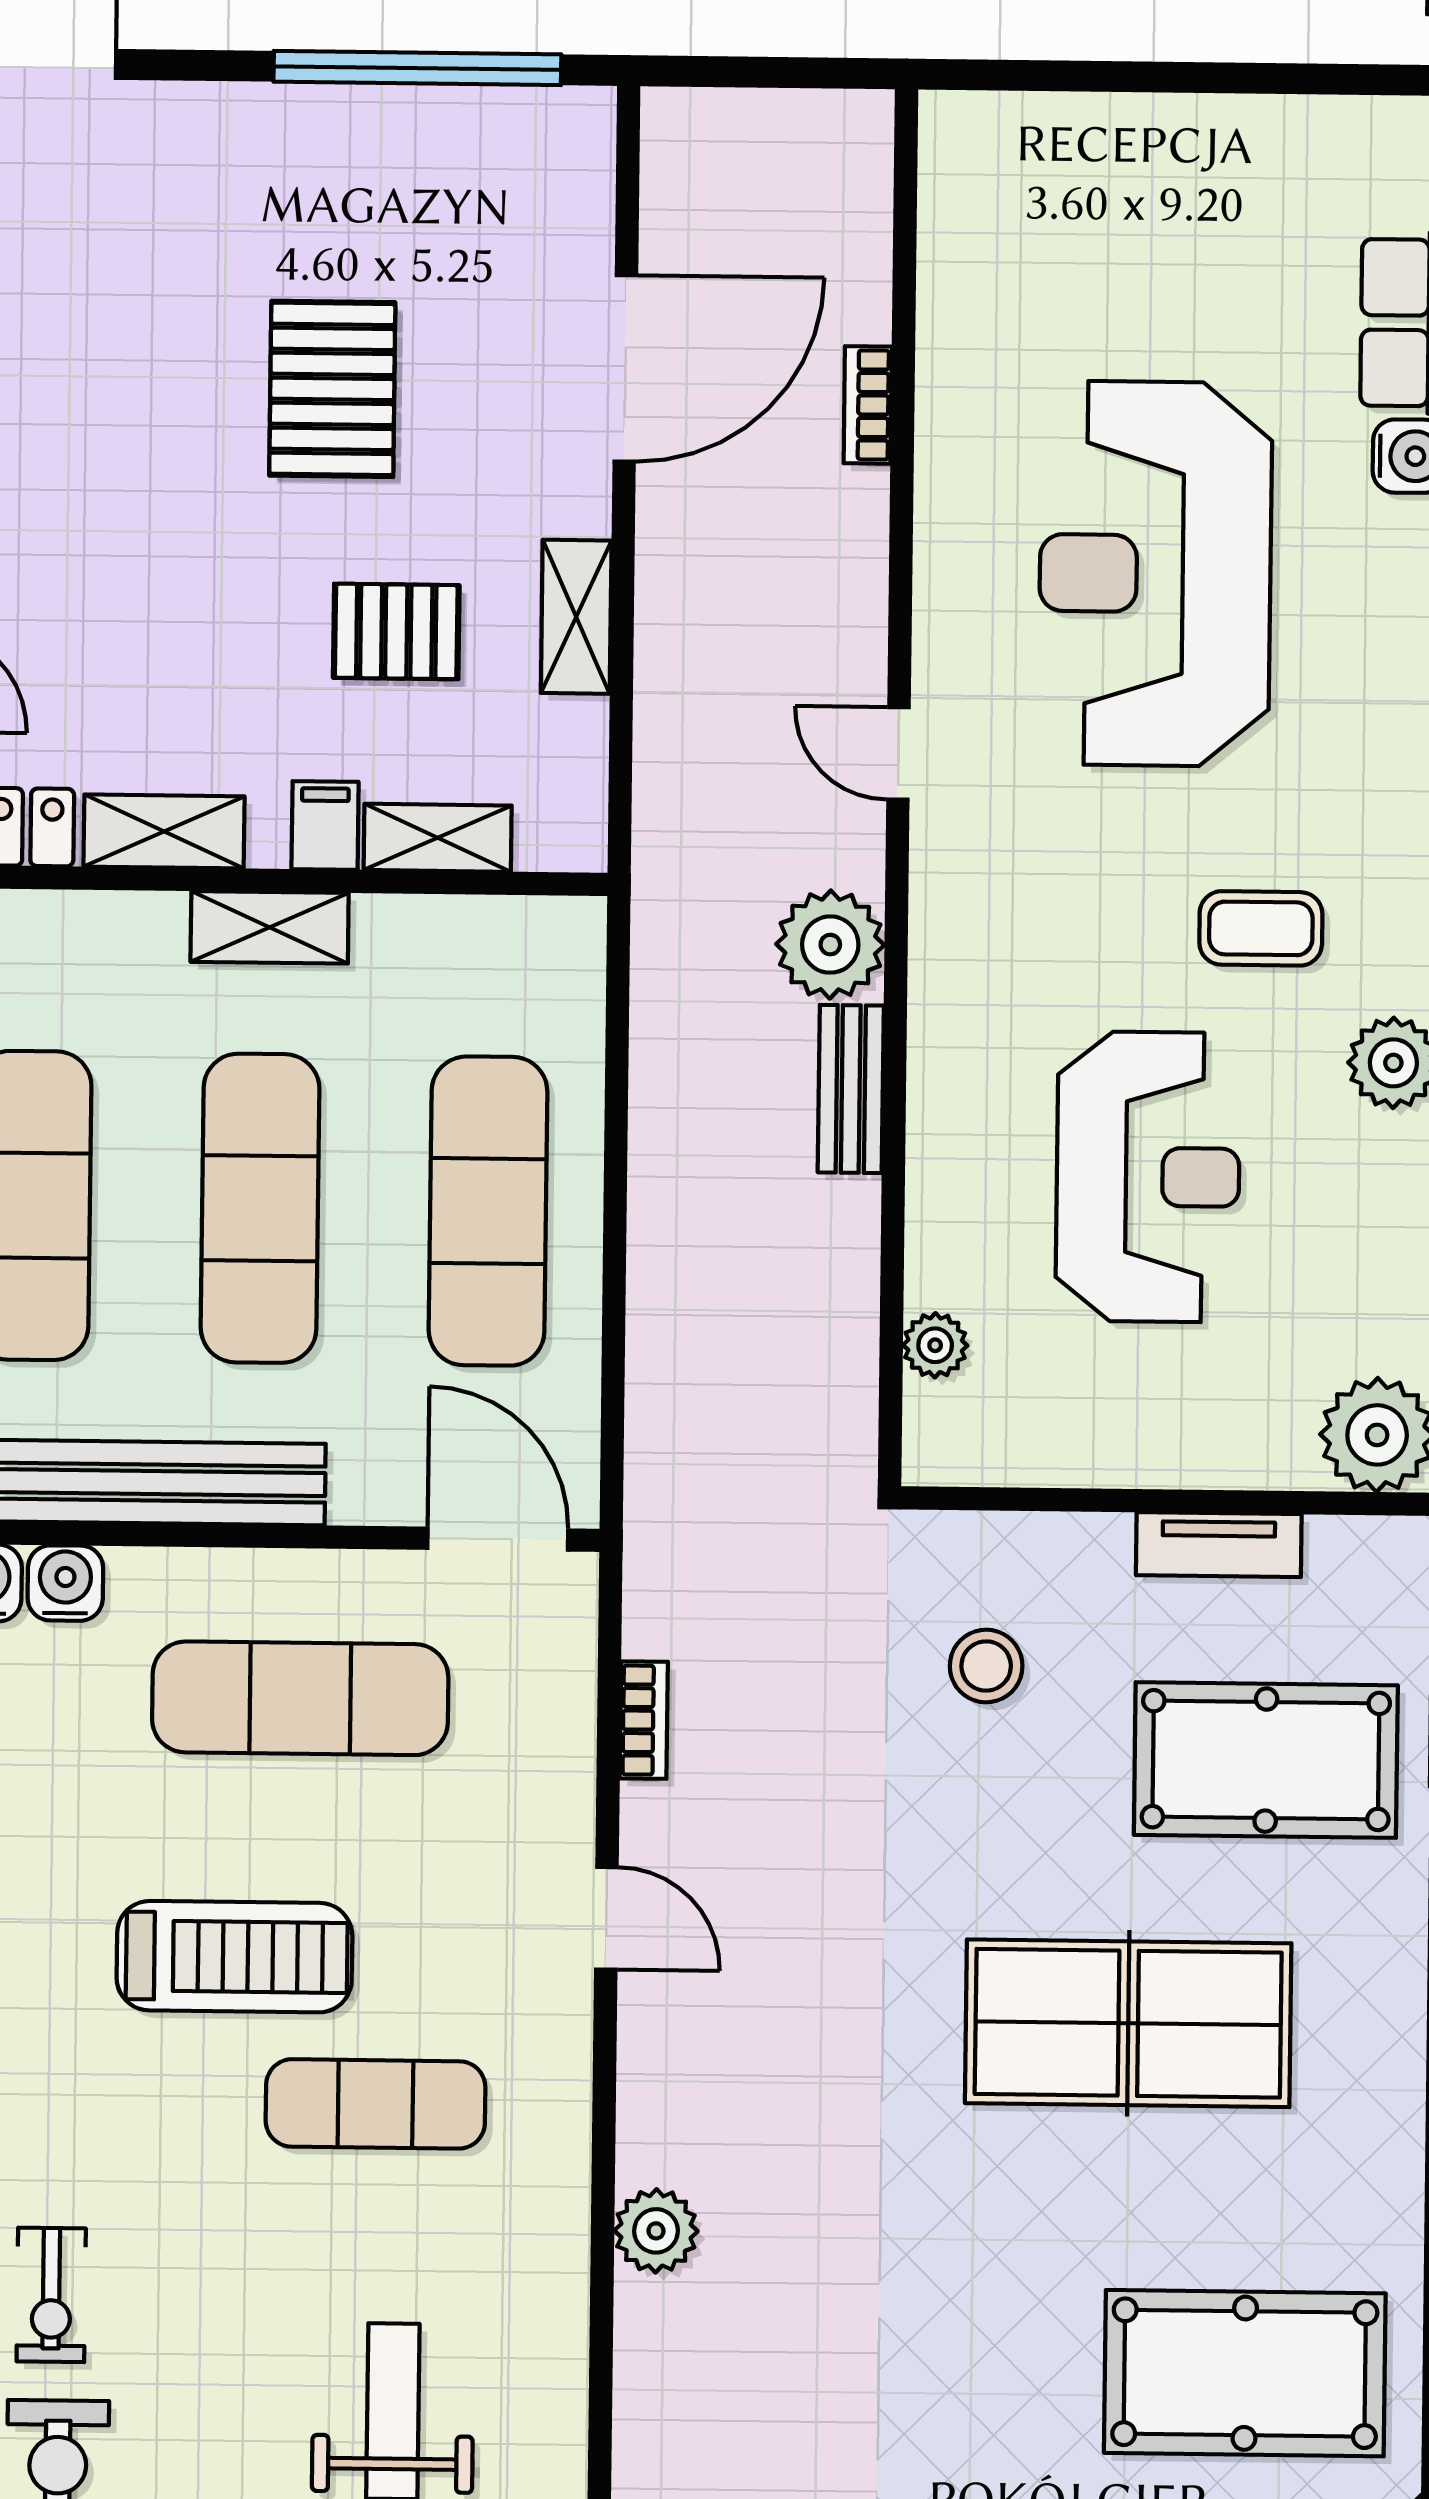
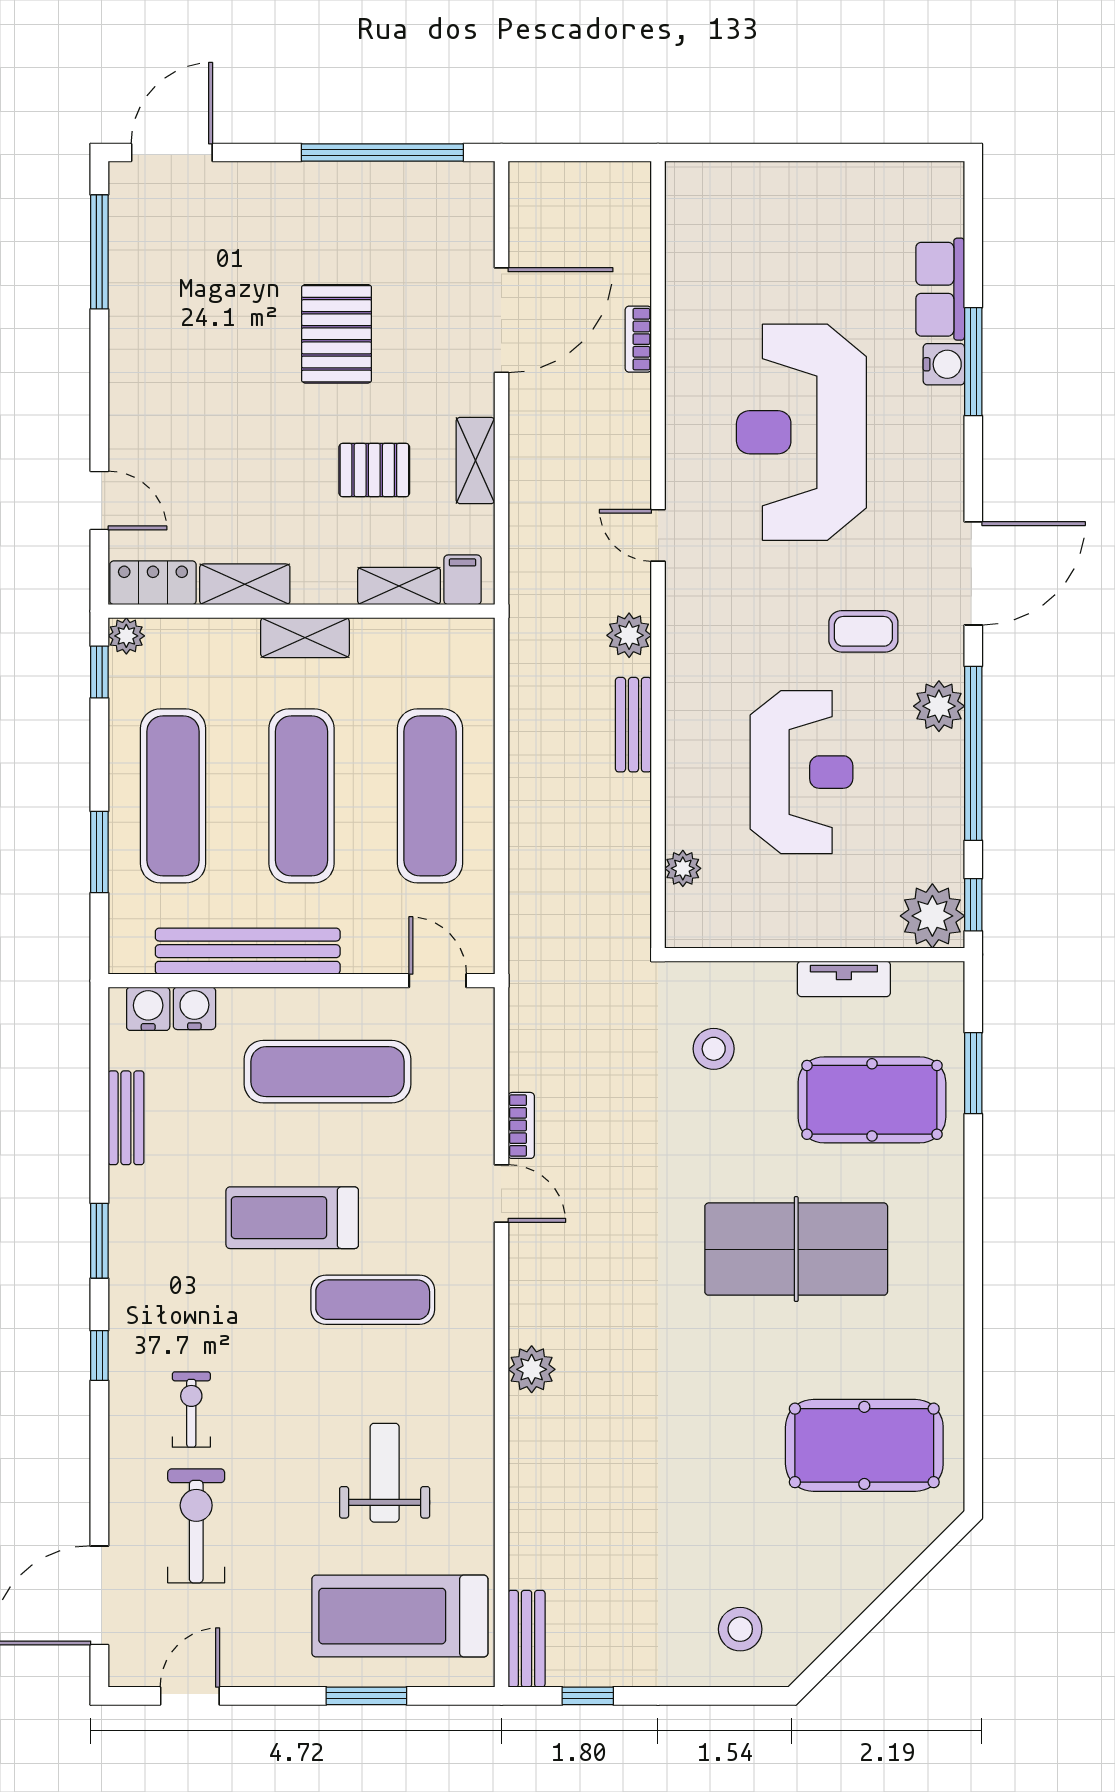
filing cabinet: (325, 825) -> (463, 580), moved
plant: (830, 945) -> (629, 635), width x0.73, depth x0.73
door: (498, 1539) -> (438, 981), width x0.73
bookcase: (644, 1720) -> (521, 1125), moved
treadmill: (234, 1957) -> (292, 1218), turned 180
exercise bike: (51, 2295) -> (191, 1409), turned 180

